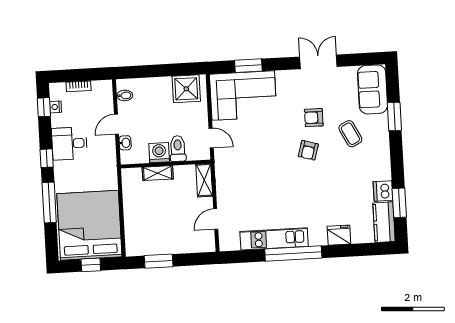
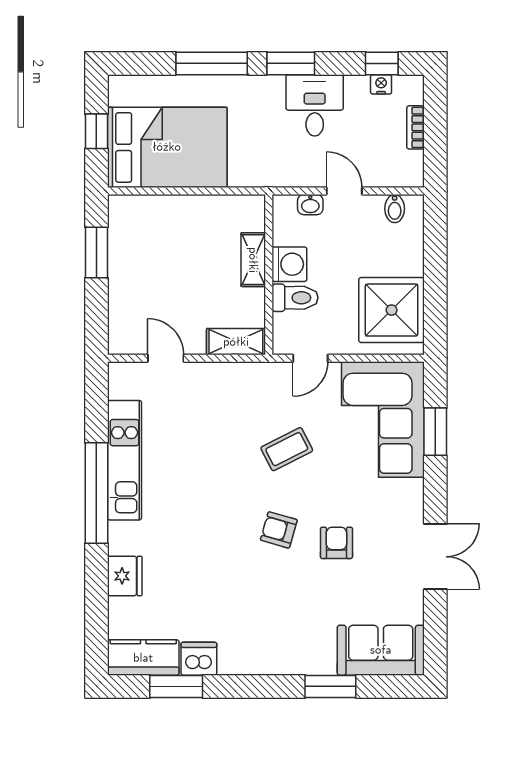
shower: (186, 89) -> (392, 310), width x1.37, depth x1.37
coffee table: (350, 134) -> (287, 449), moved
window: (47, 158) -> (291, 63), width x1.50
bed: (89, 225) -> (167, 147), width x0.73

